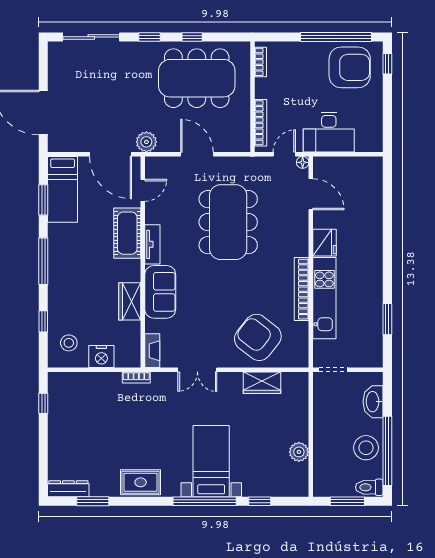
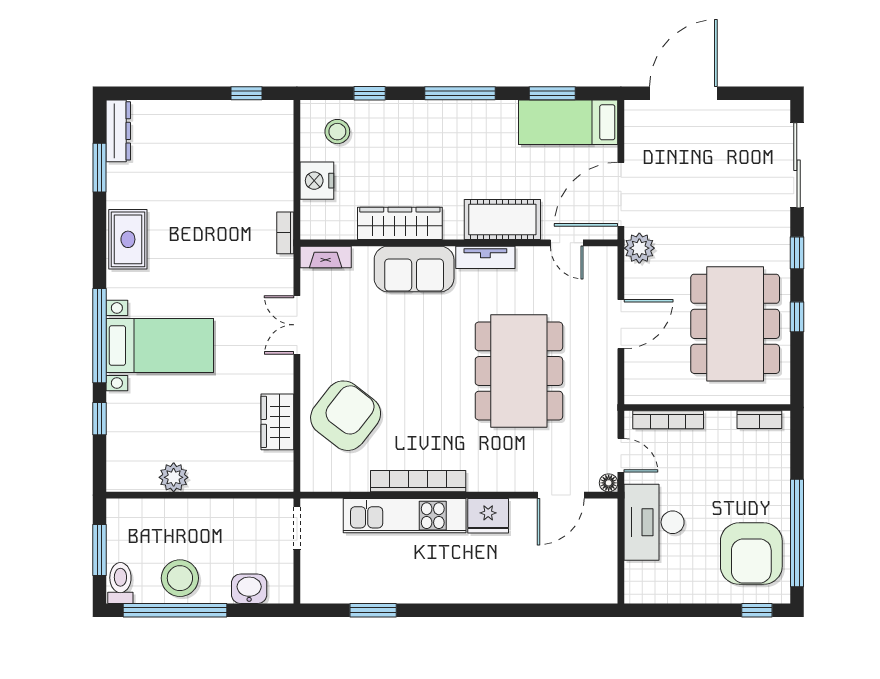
dining table: (228, 222) -> (519, 371), turned 90
wardrobe: (130, 301) -> (400, 223), width x1.50
washbasin: (373, 402) -> (249, 589), width x0.72

